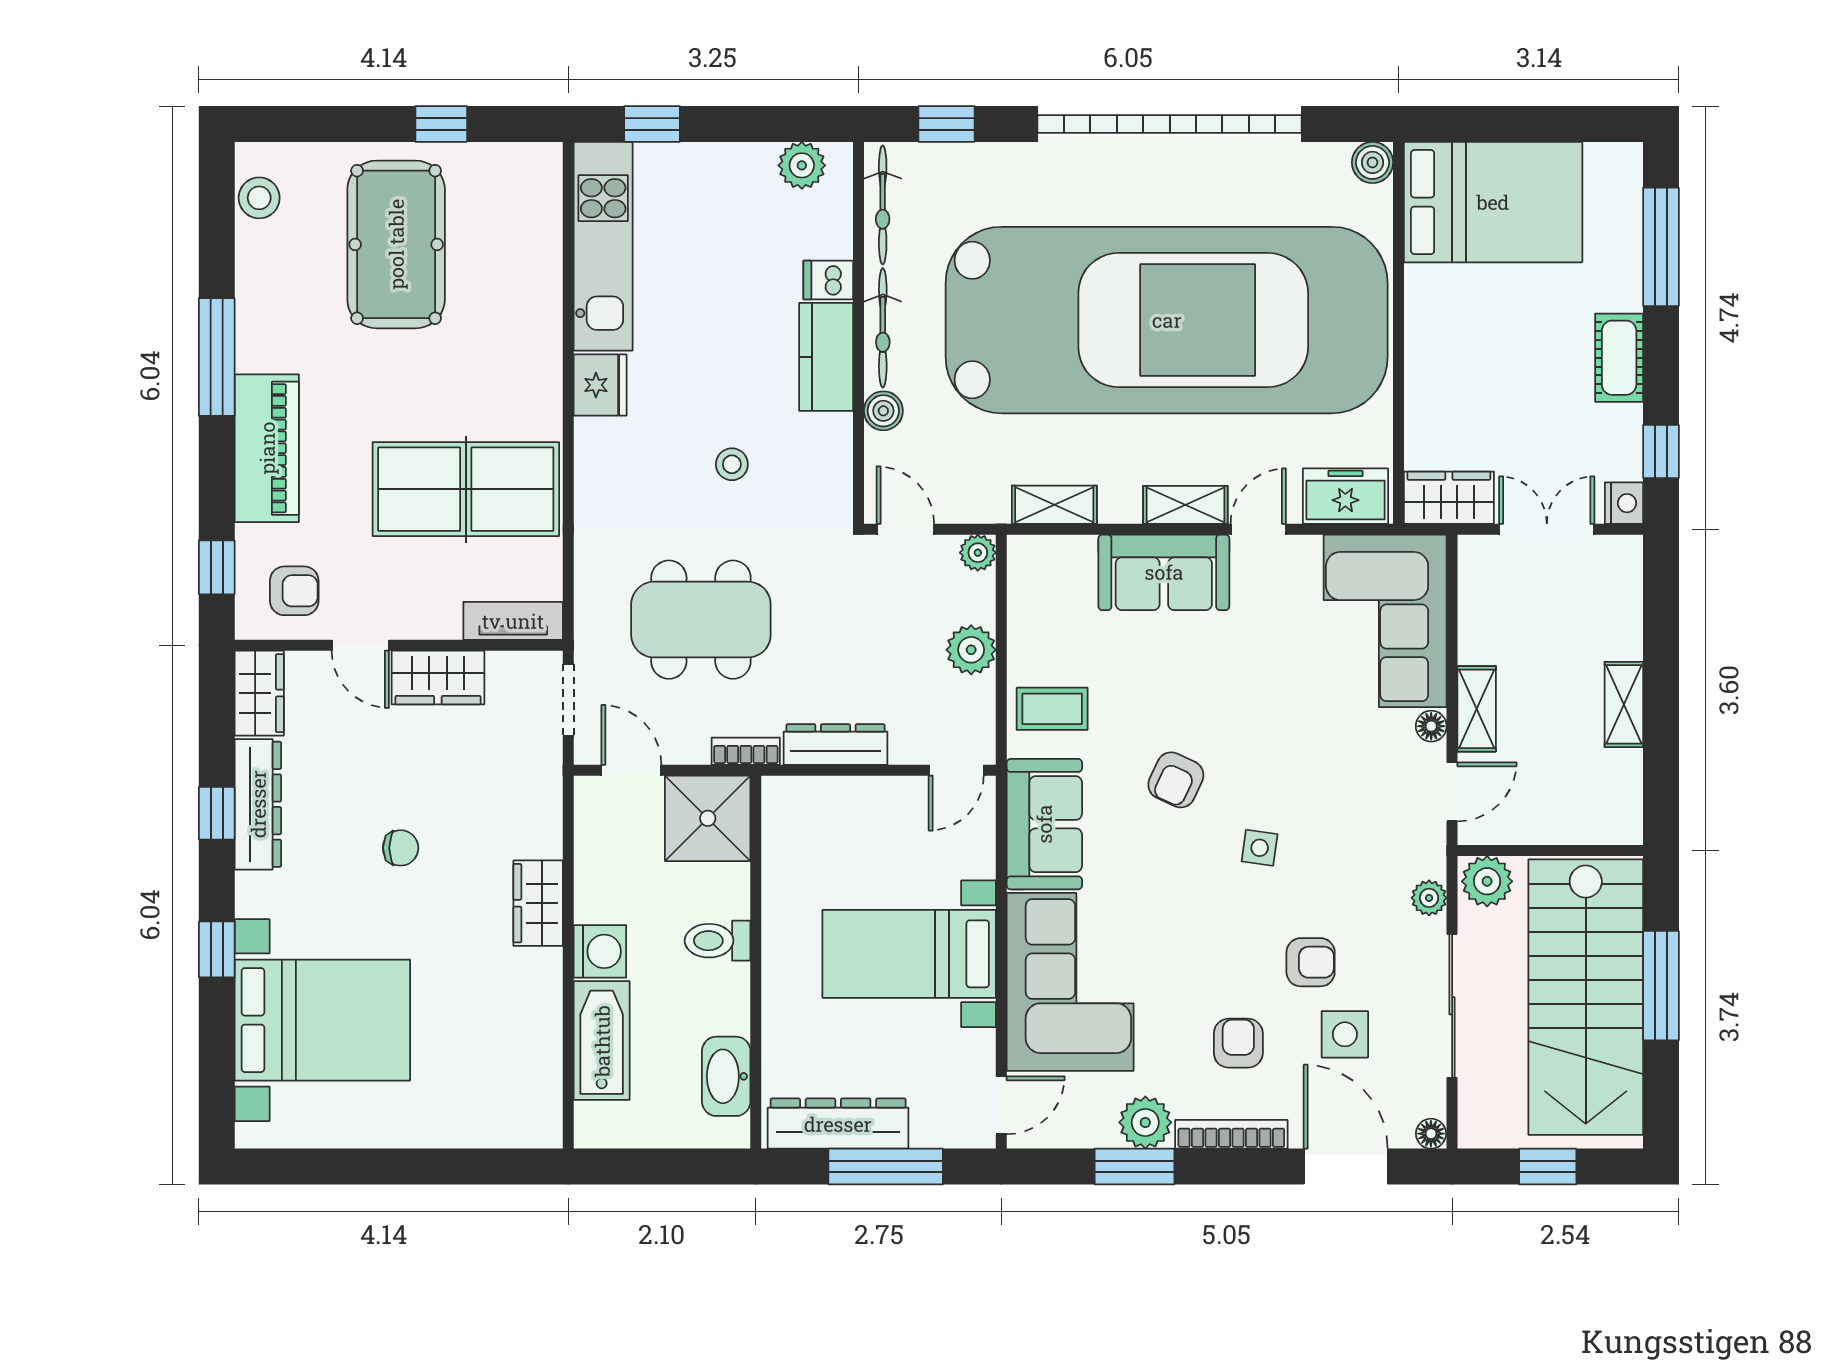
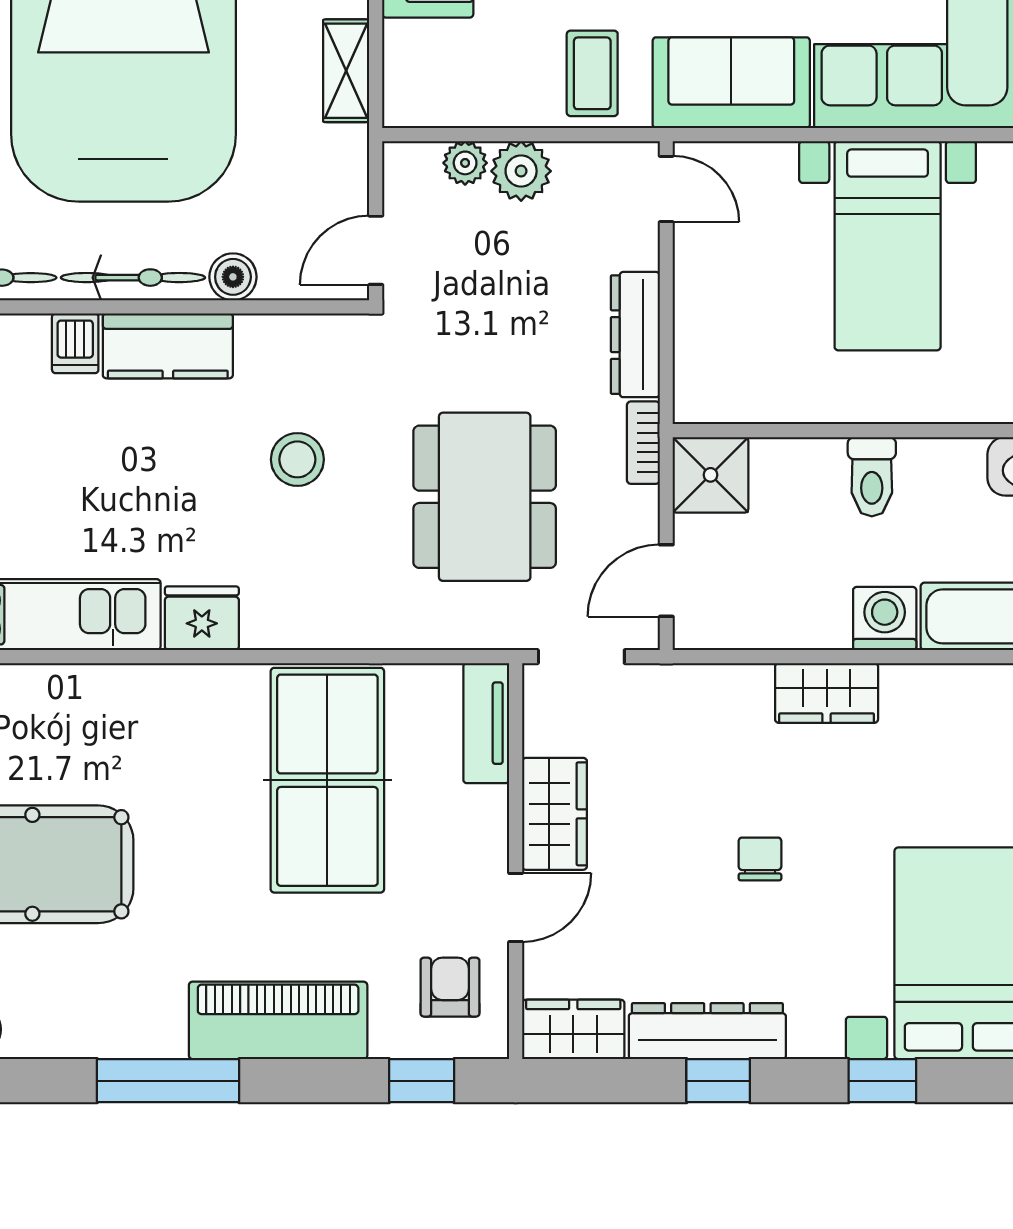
stool: (732, 464) -> (297, 459), width x1.37, depth x1.37
plant: (978, 553) -> (465, 163), moved
shower: (708, 818) -> (710, 475), width x0.73, depth x0.73

